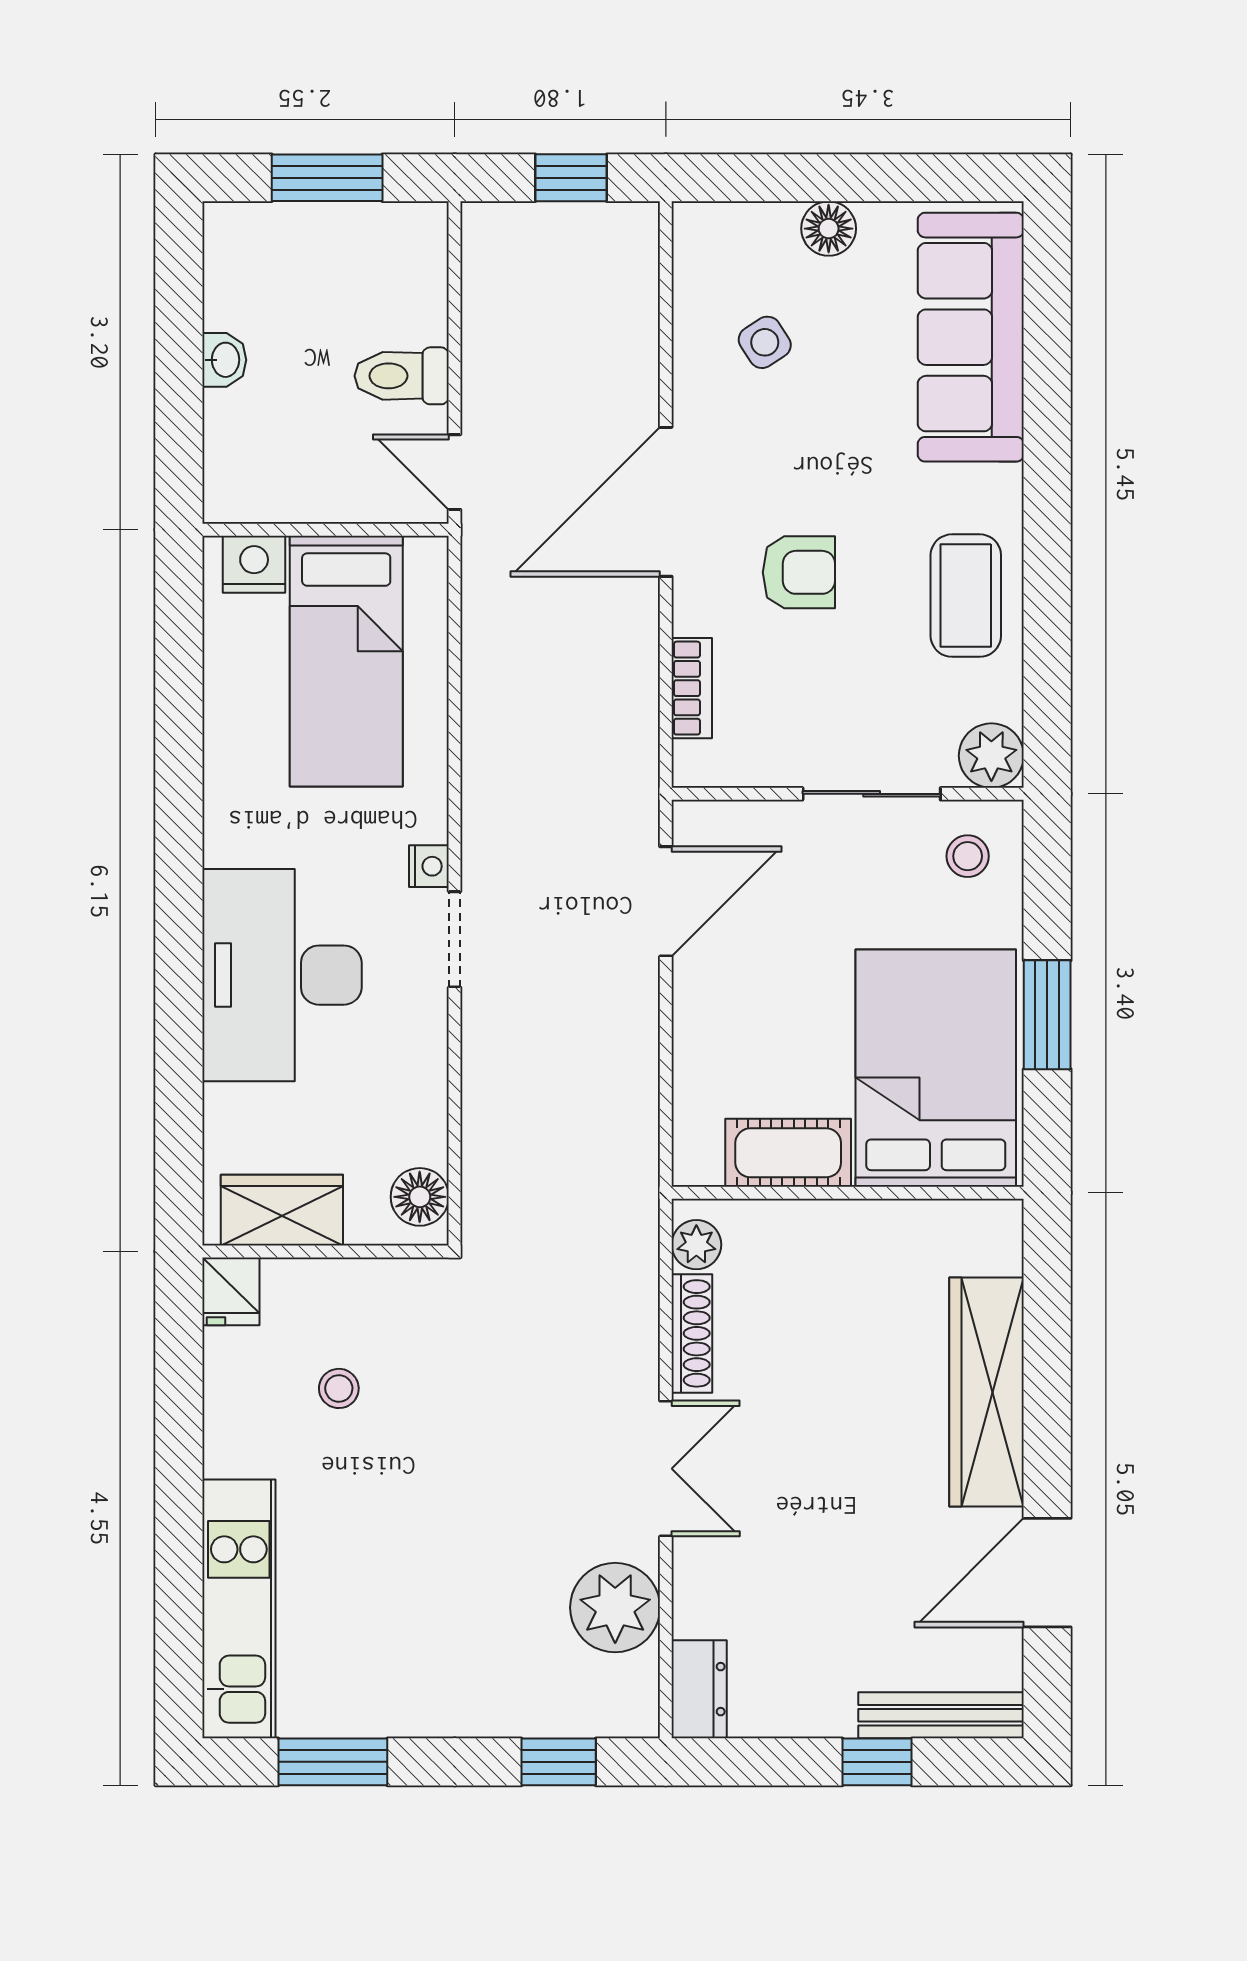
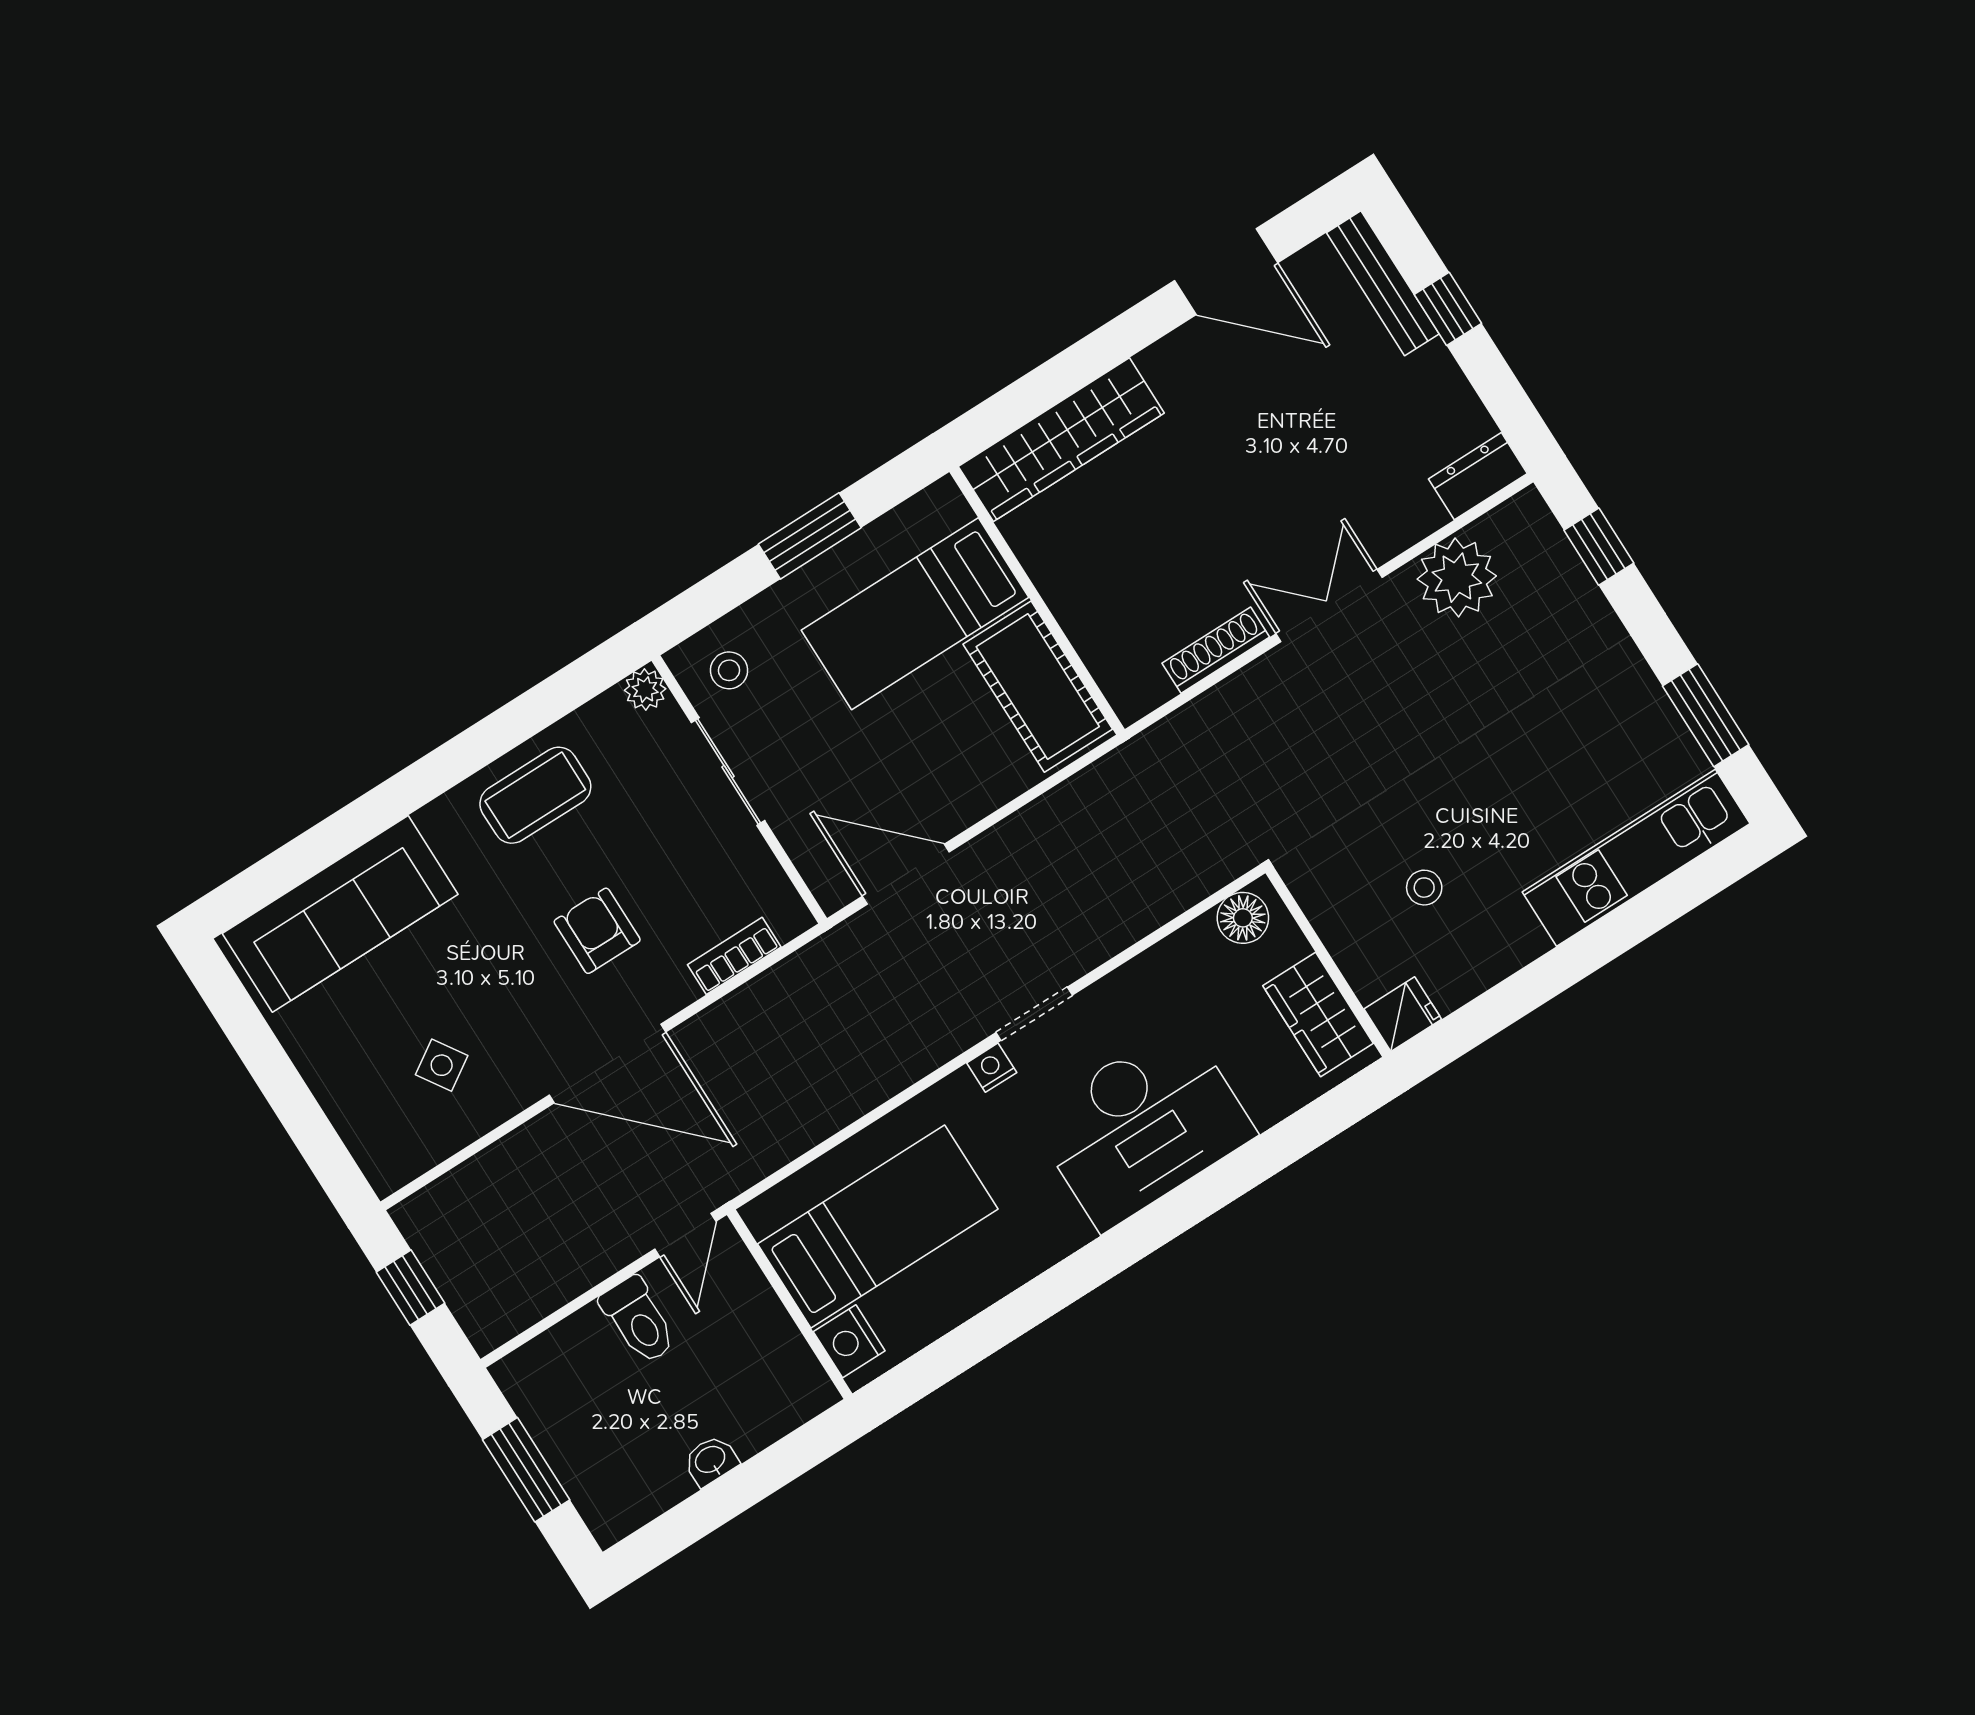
floor lamp: (829, 229) -> (326, 1071), removed
plant: (991, 756) -> (645, 690), width x0.73, depth x0.73
bed: (936, 1068) -> (915, 614), width x0.67
cot: (788, 1153) -> (1038, 687), width x1.37, depth x1.34
plant: (696, 1245) -> (1147, 689), removed
wardrobe: (987, 1392) -> (1061, 440), moved

